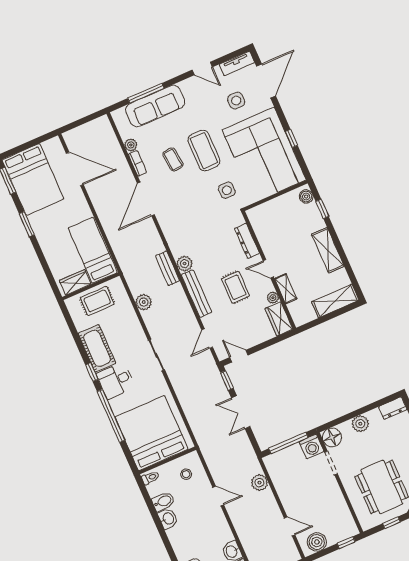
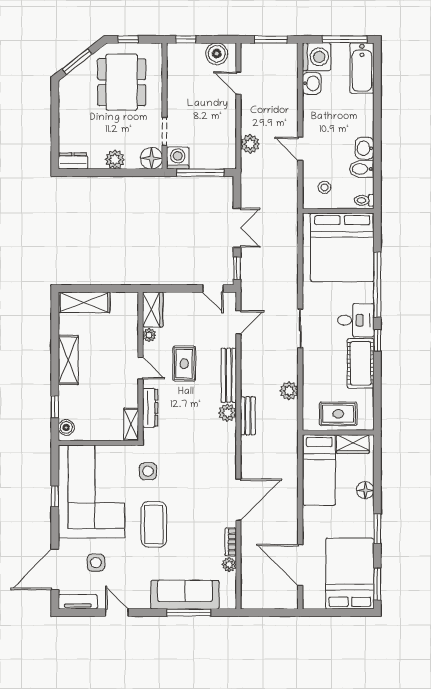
coffee table: (173, 159) -> (191, 529), removed
floor lamp: (50, 250) -> (365, 490), added
shelving: (286, 289) -> (131, 424), moved

